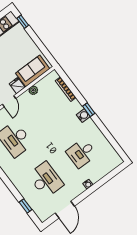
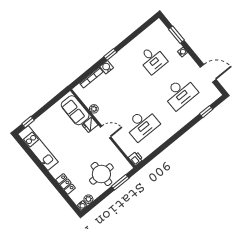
water cooler: (83, 116) -> (107, 67), moved
window: (106, 179) -> (176, 35), added
desk: (46, 180) -> (180, 93), turned 180

